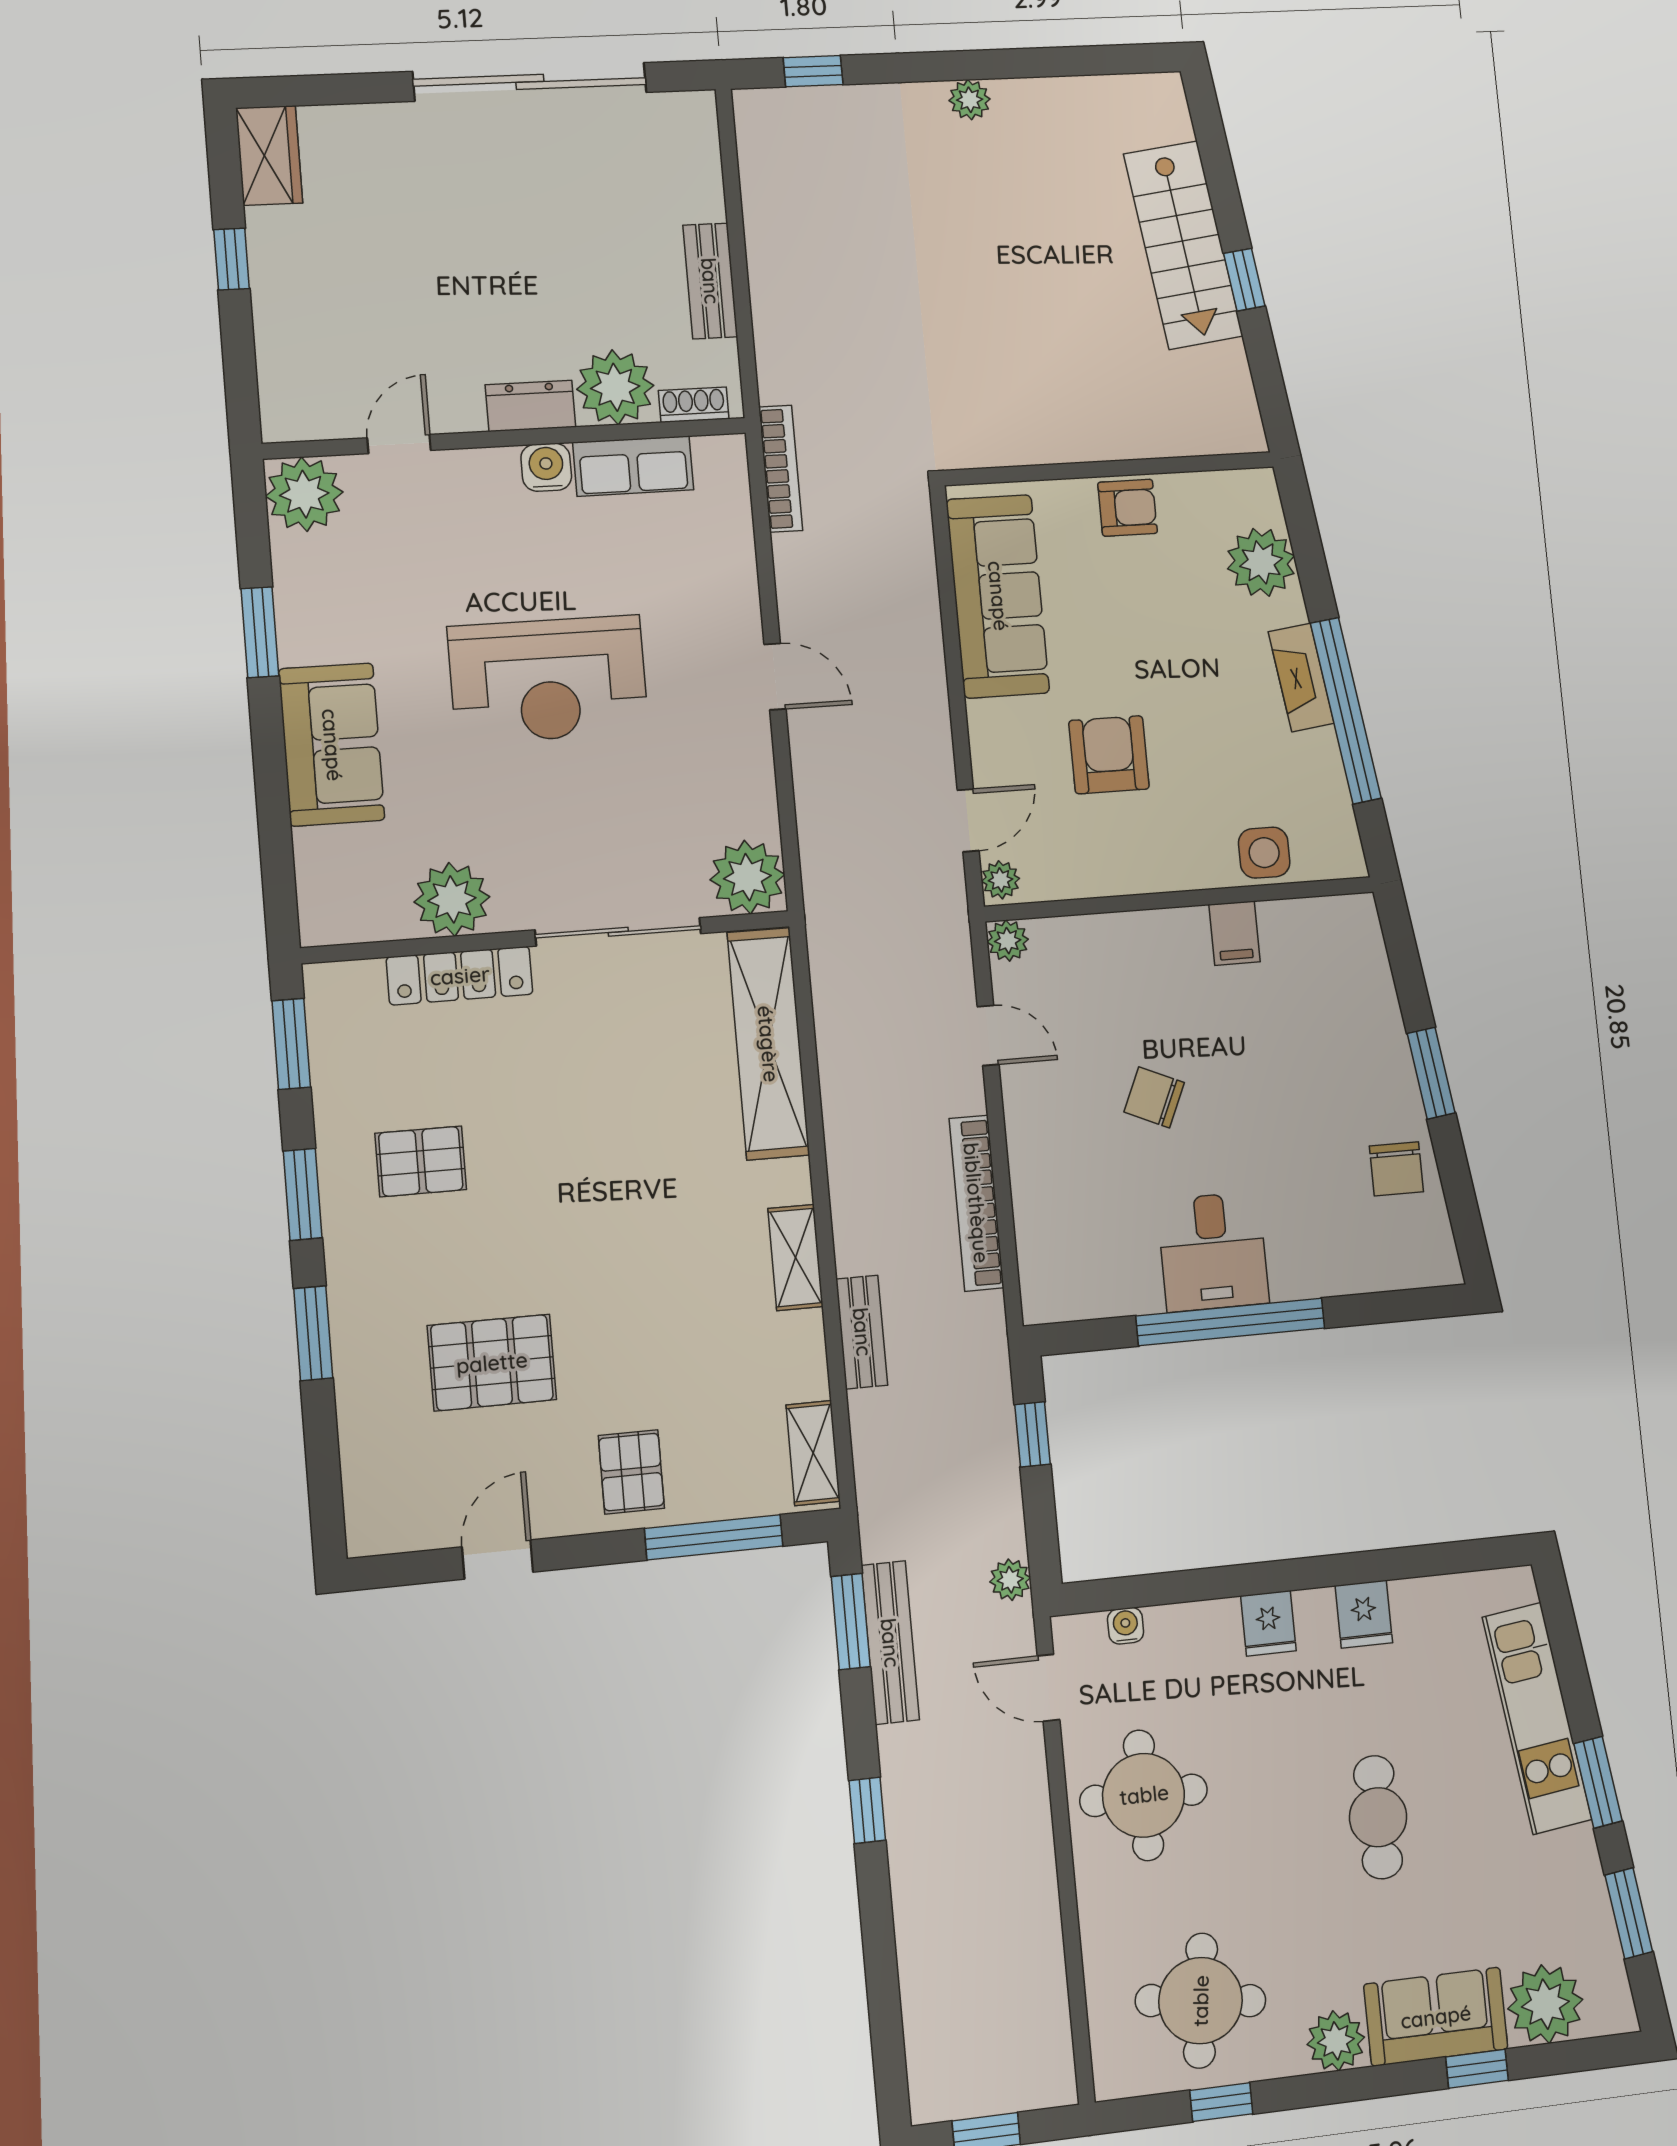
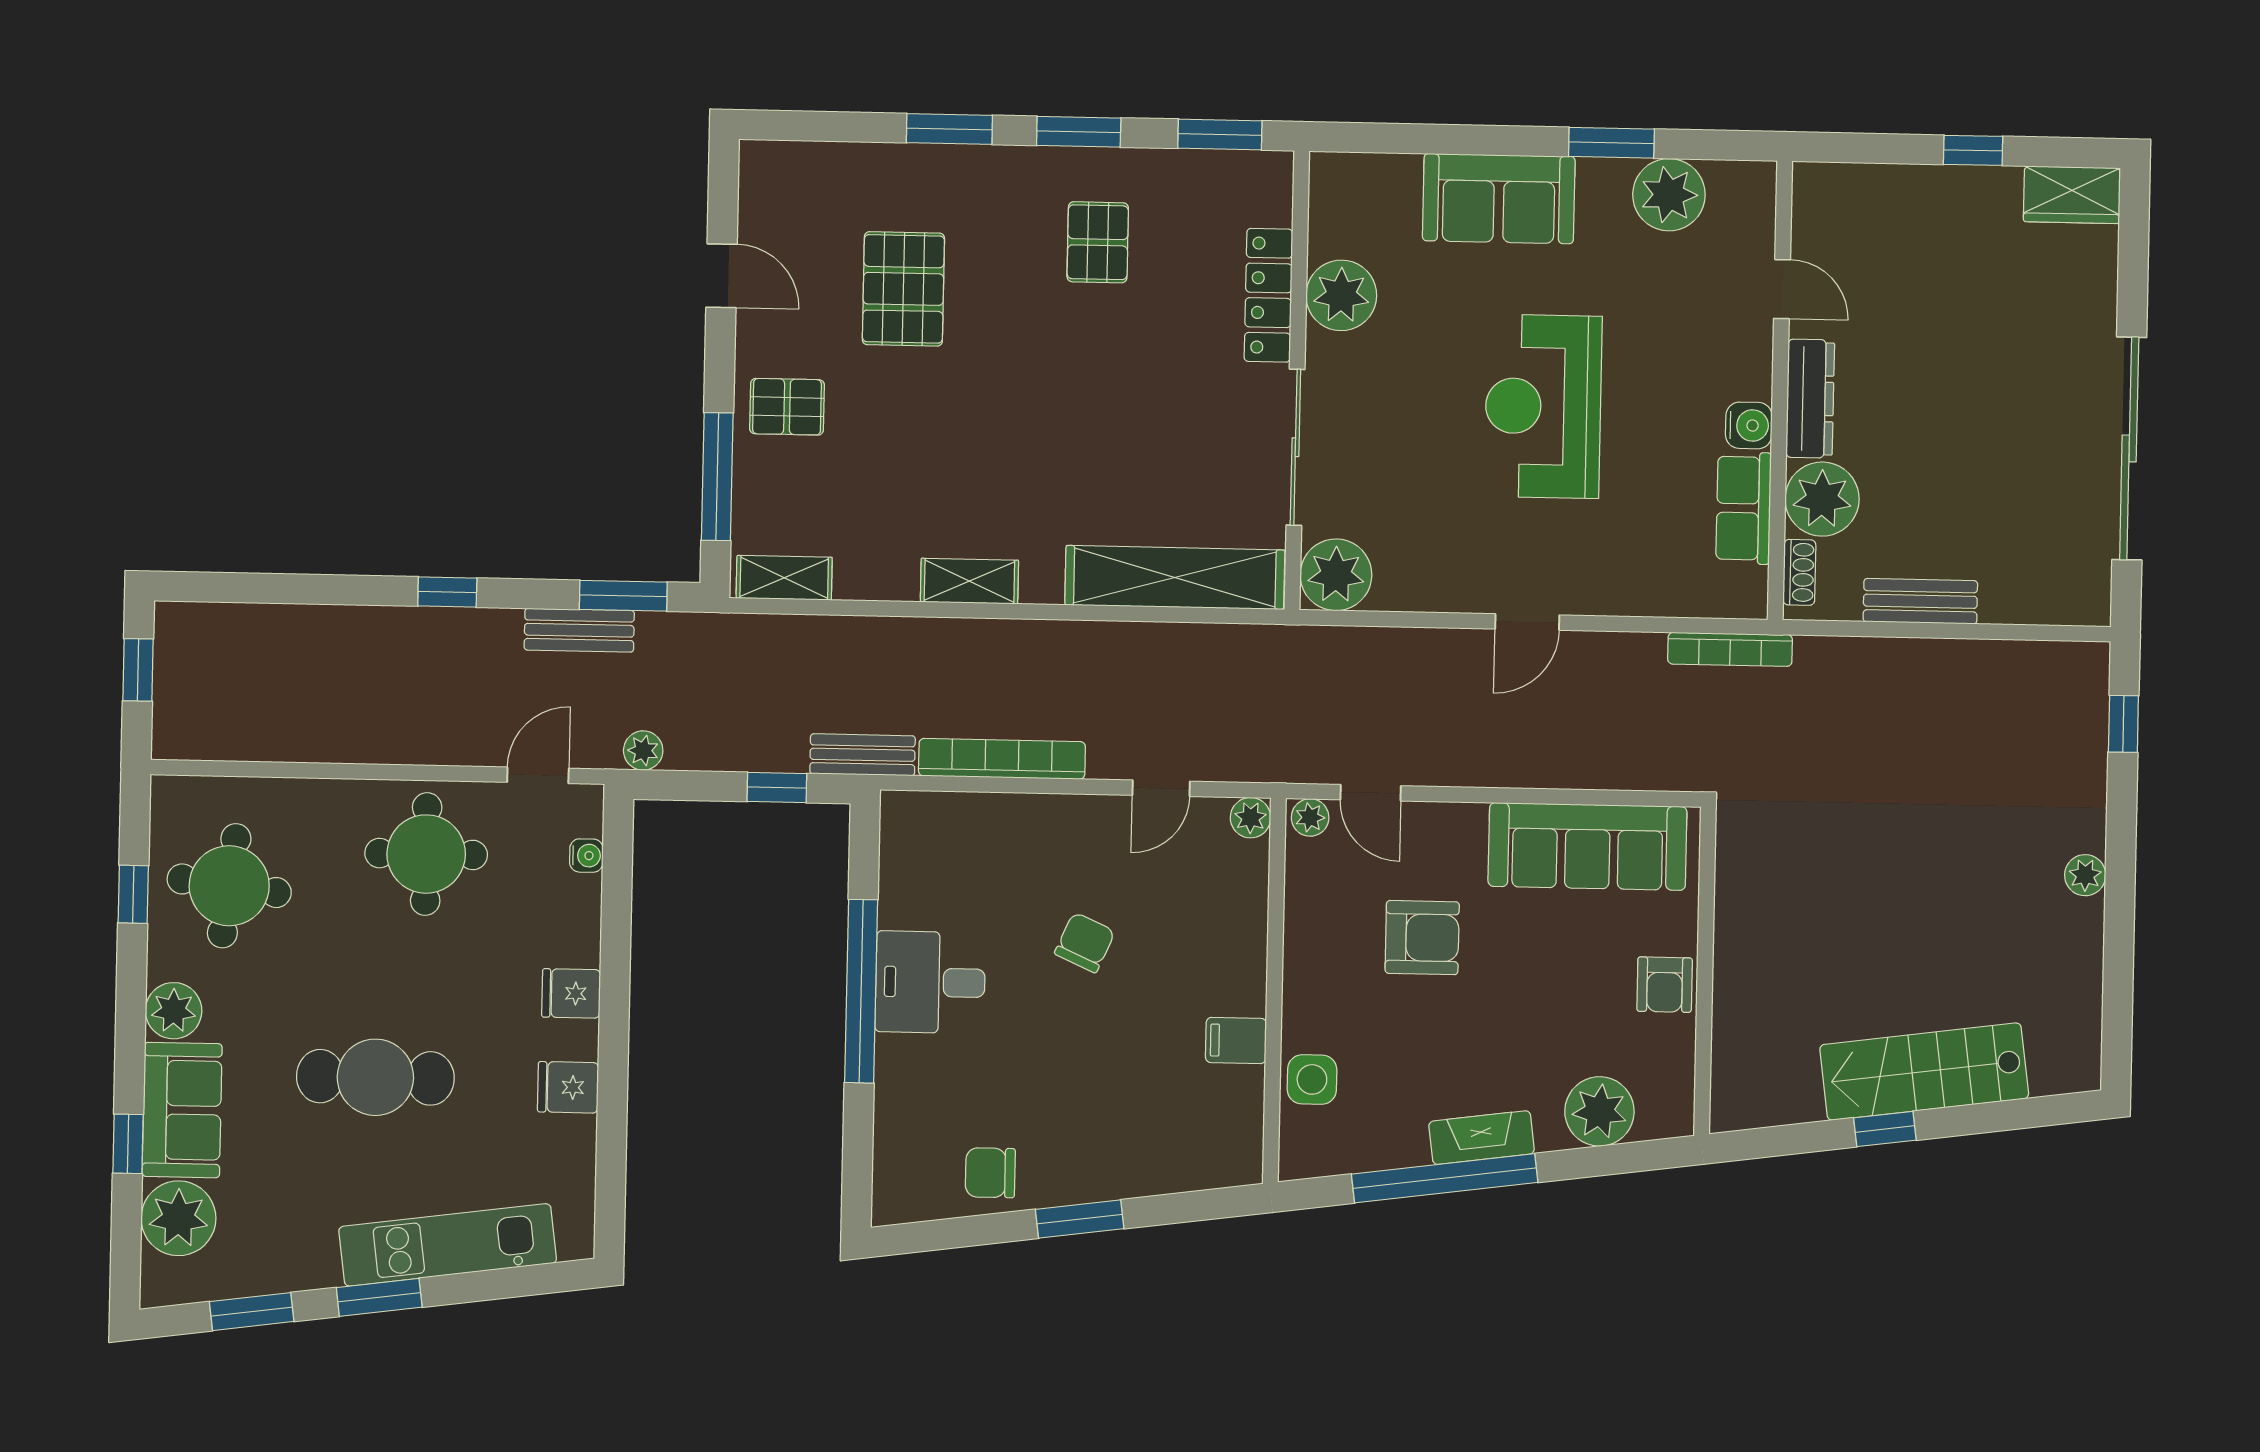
dresser: (530, 406) -> (1810, 399), width x1.44
plant: (304, 494) -> (1669, 195), moved
bench: (862, 1332) -> (863, 755), moved
bench: (890, 1643) -> (579, 630), width x0.73
cafe table: (1378, 1817) -> (375, 1077), width x1.37, depth x1.35

